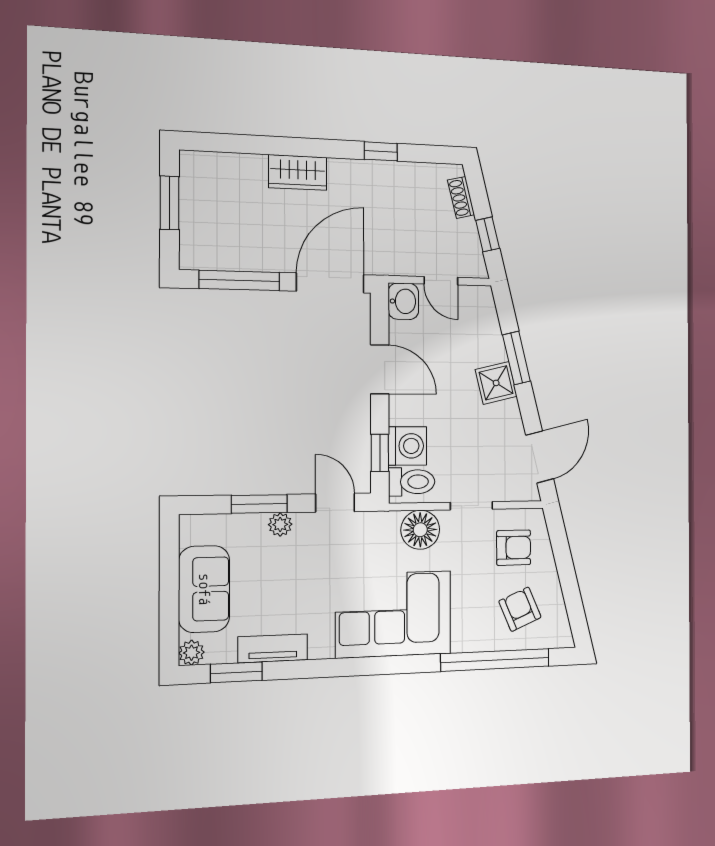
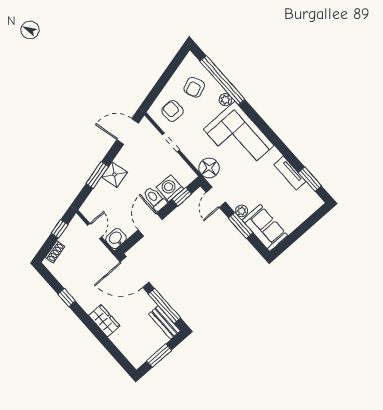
bench: (214, 258) -> (164, 322), added
toilet: (412, 482) -> (155, 199), moved
floor lamp: (420, 530) -> (209, 168), moved
sofa: (204, 589) -> (265, 228), moved, turned 90
plant: (192, 653) -> (225, 100), moved

